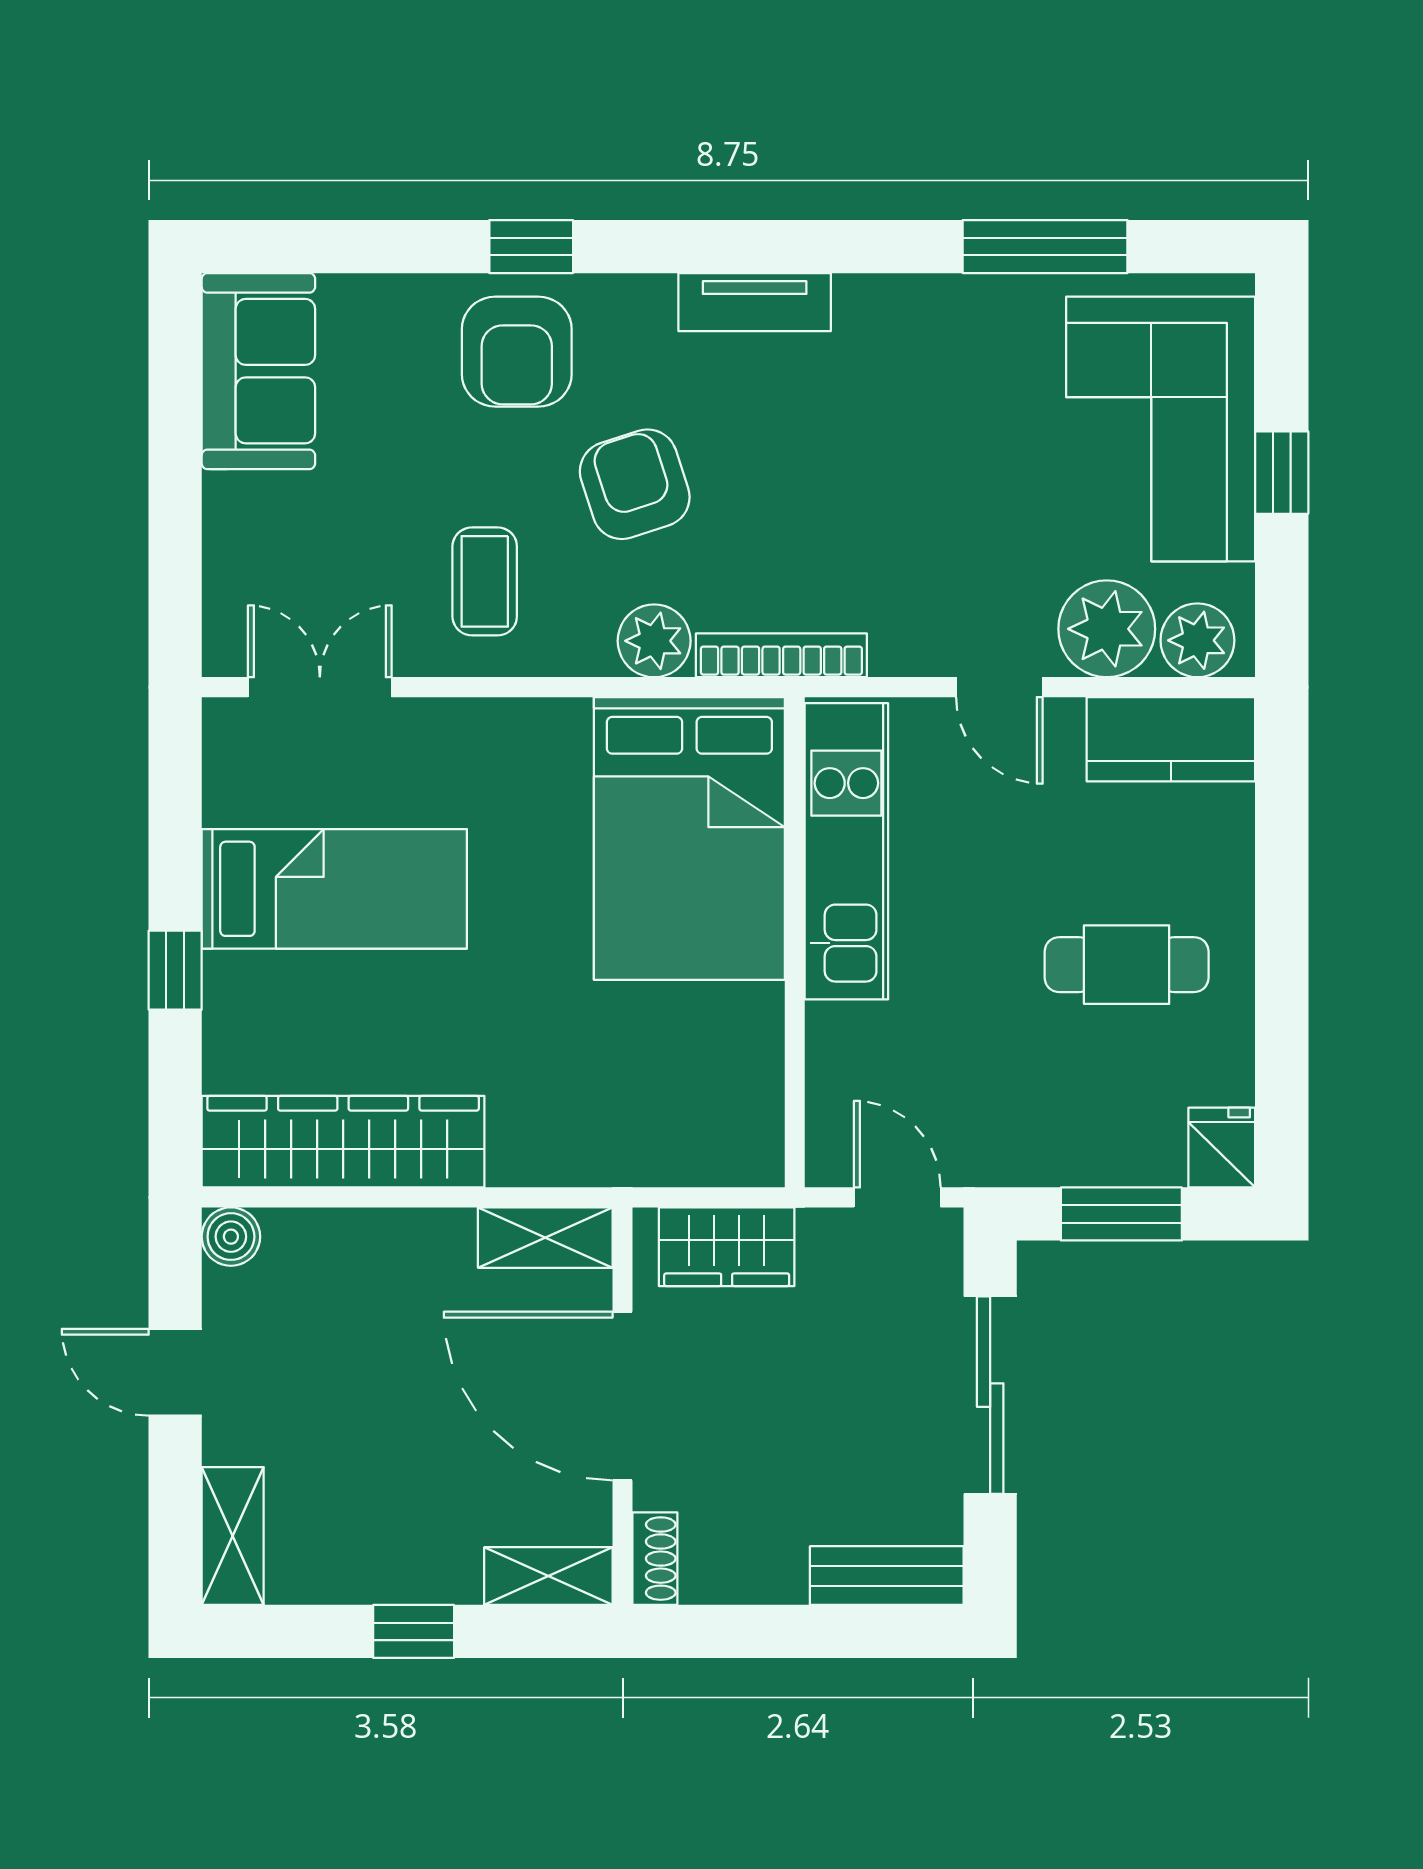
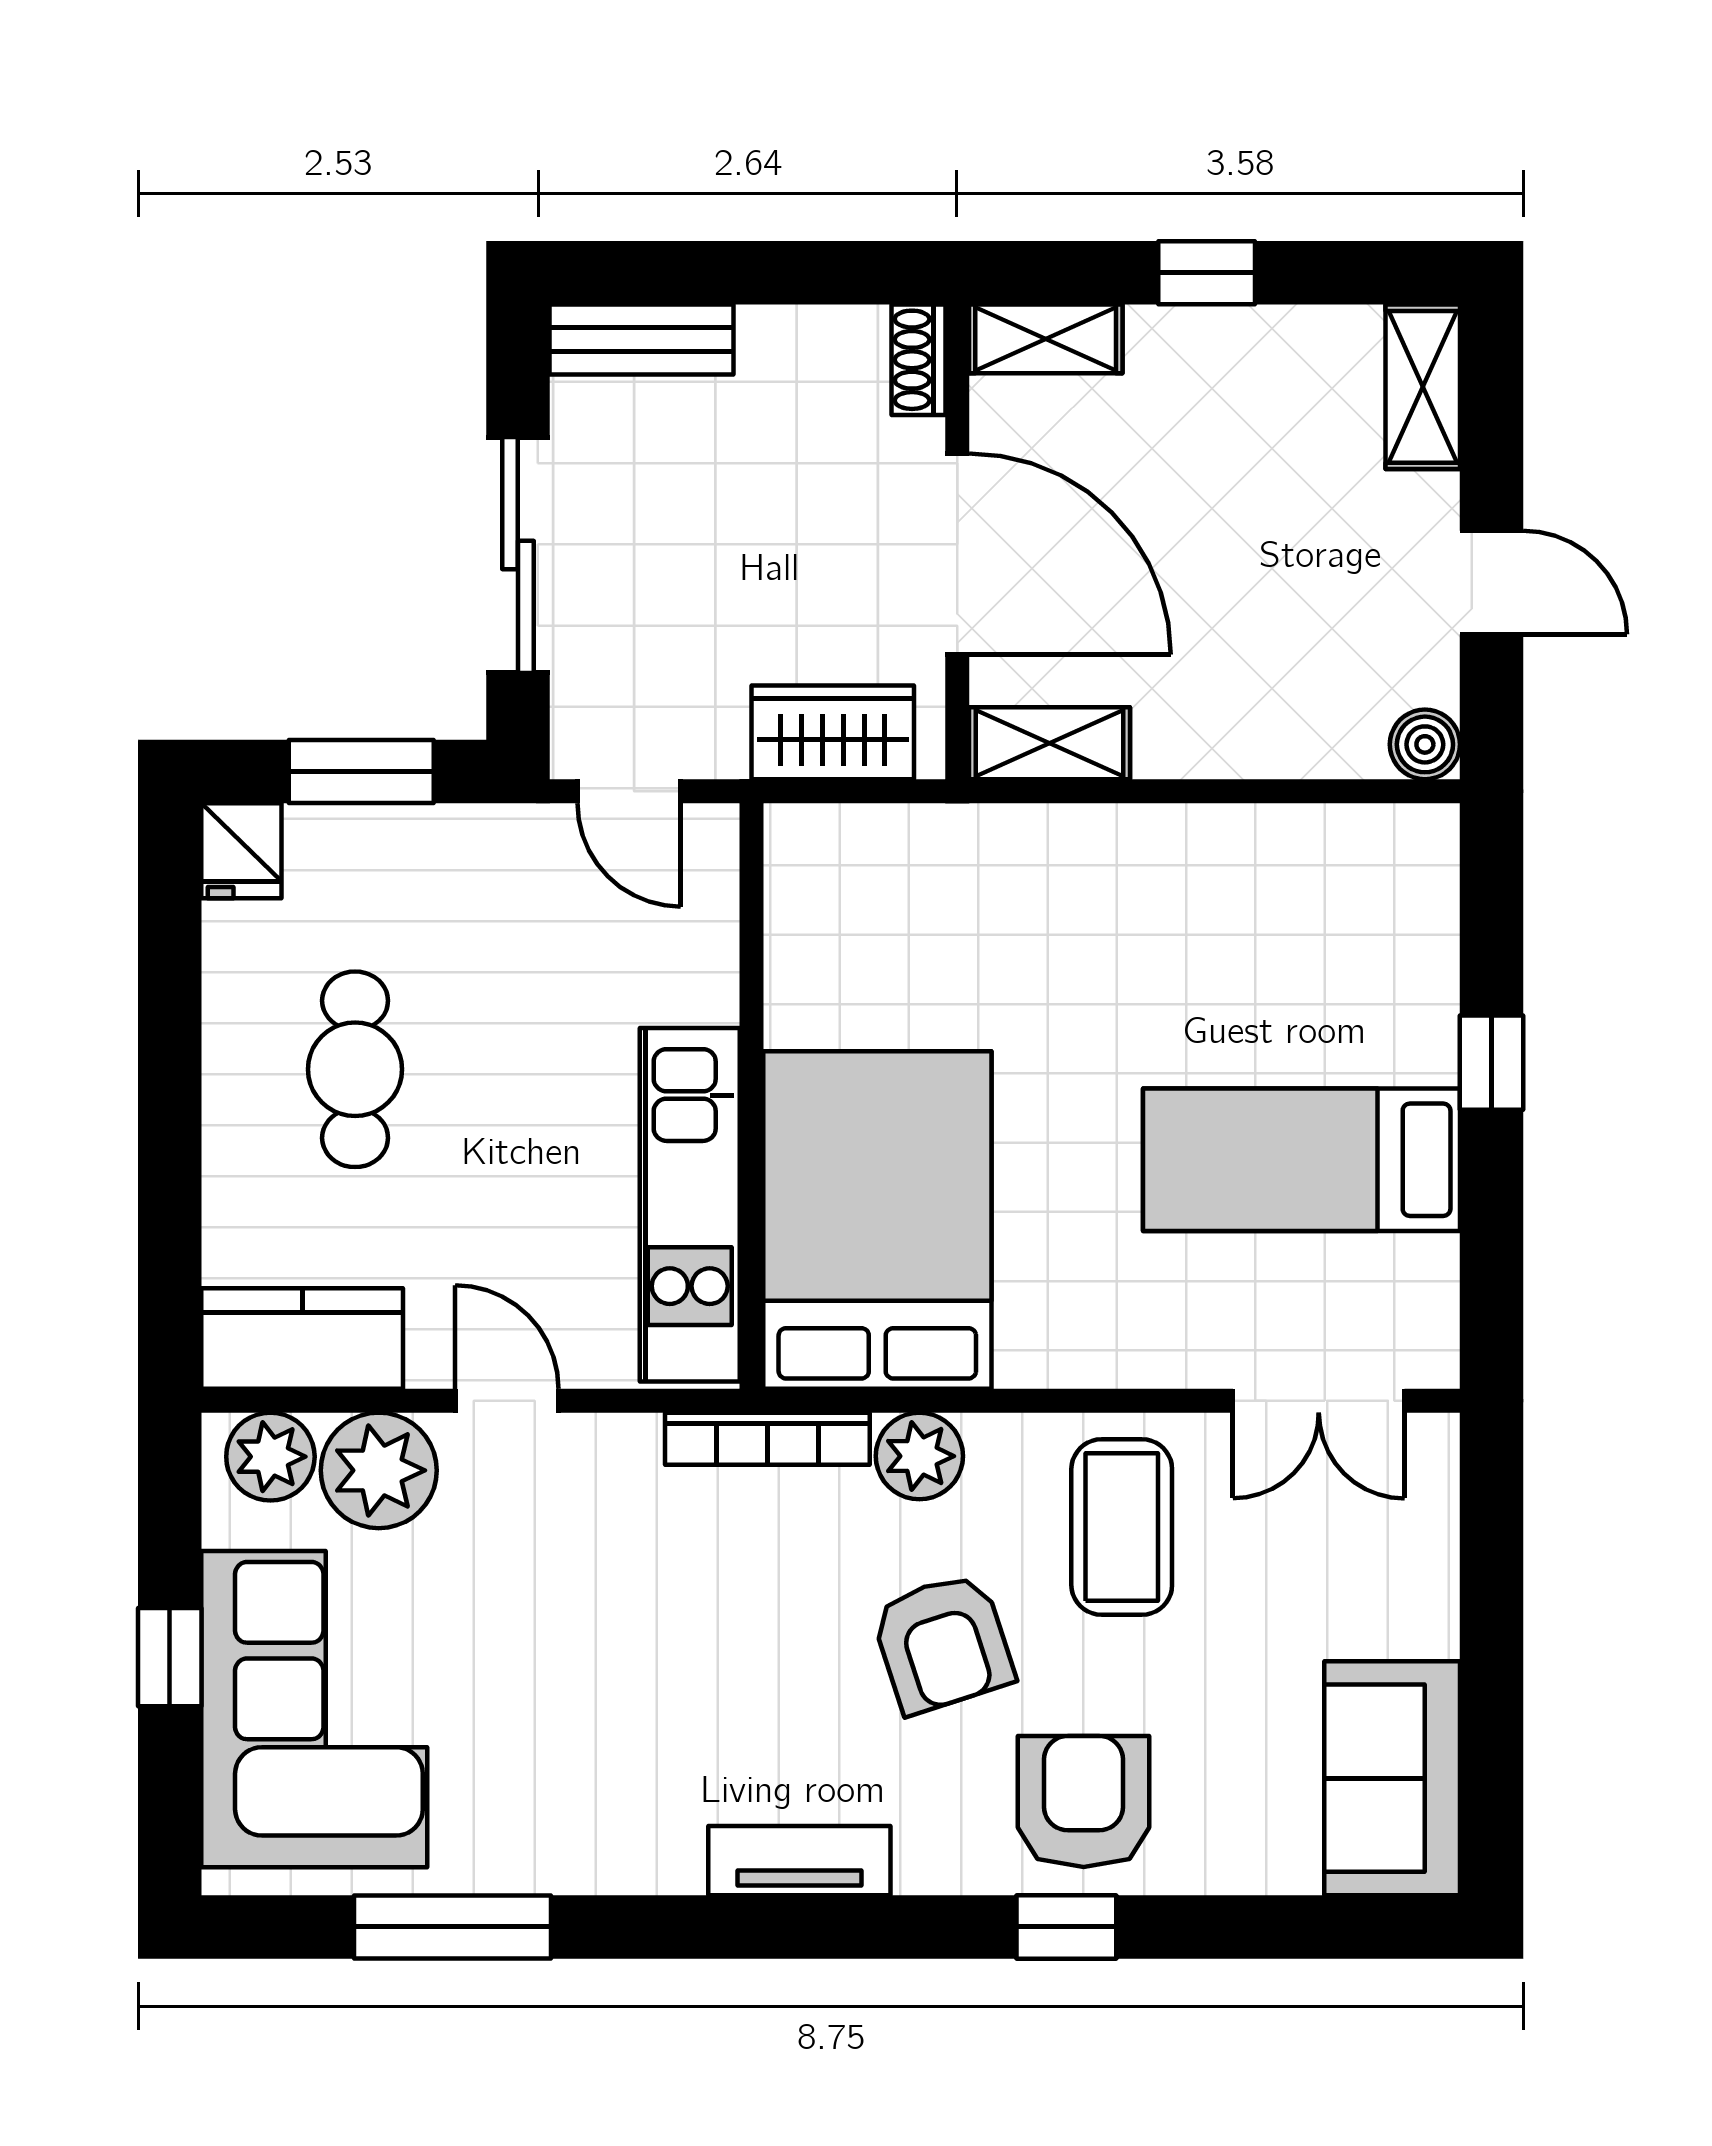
coffee table: (485, 581) -> (1122, 1527), width x1.36, depth x1.30
cafe table: (1127, 965) -> (355, 1069), turned 90
wardrobe: (343, 1142) -> (1291, 858), removed

